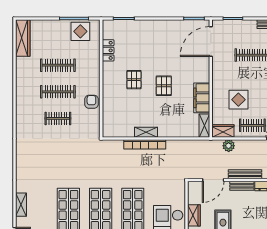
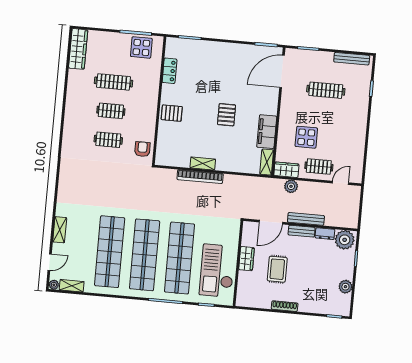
pallet: (134, 80) -> (172, 113), moved, turned 90
clothes rail: (58, 92) -> (111, 111), width x0.73
armchair: (91, 102) -> (142, 149), moved

